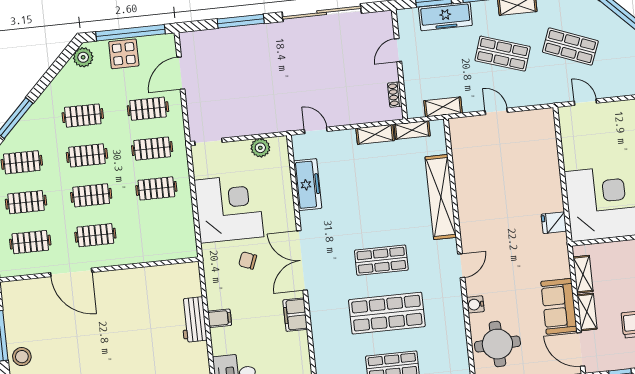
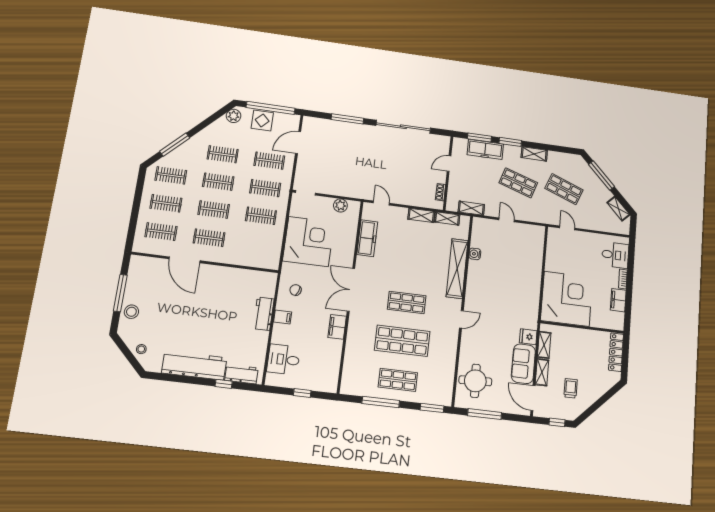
fridge: (554, 223) -> (528, 337), moved
chair: (248, 260) -> (296, 290), moved
water cooler: (475, 304) -> (475, 254), moved

